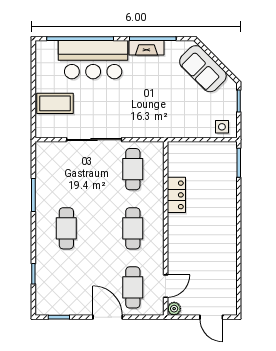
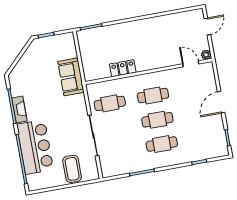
sofa: (203, 69) -> (71, 77), moved, turned 135
side table: (222, 127) -> (67, 44), removed
cafe table: (133, 287) -> (157, 120), moved

